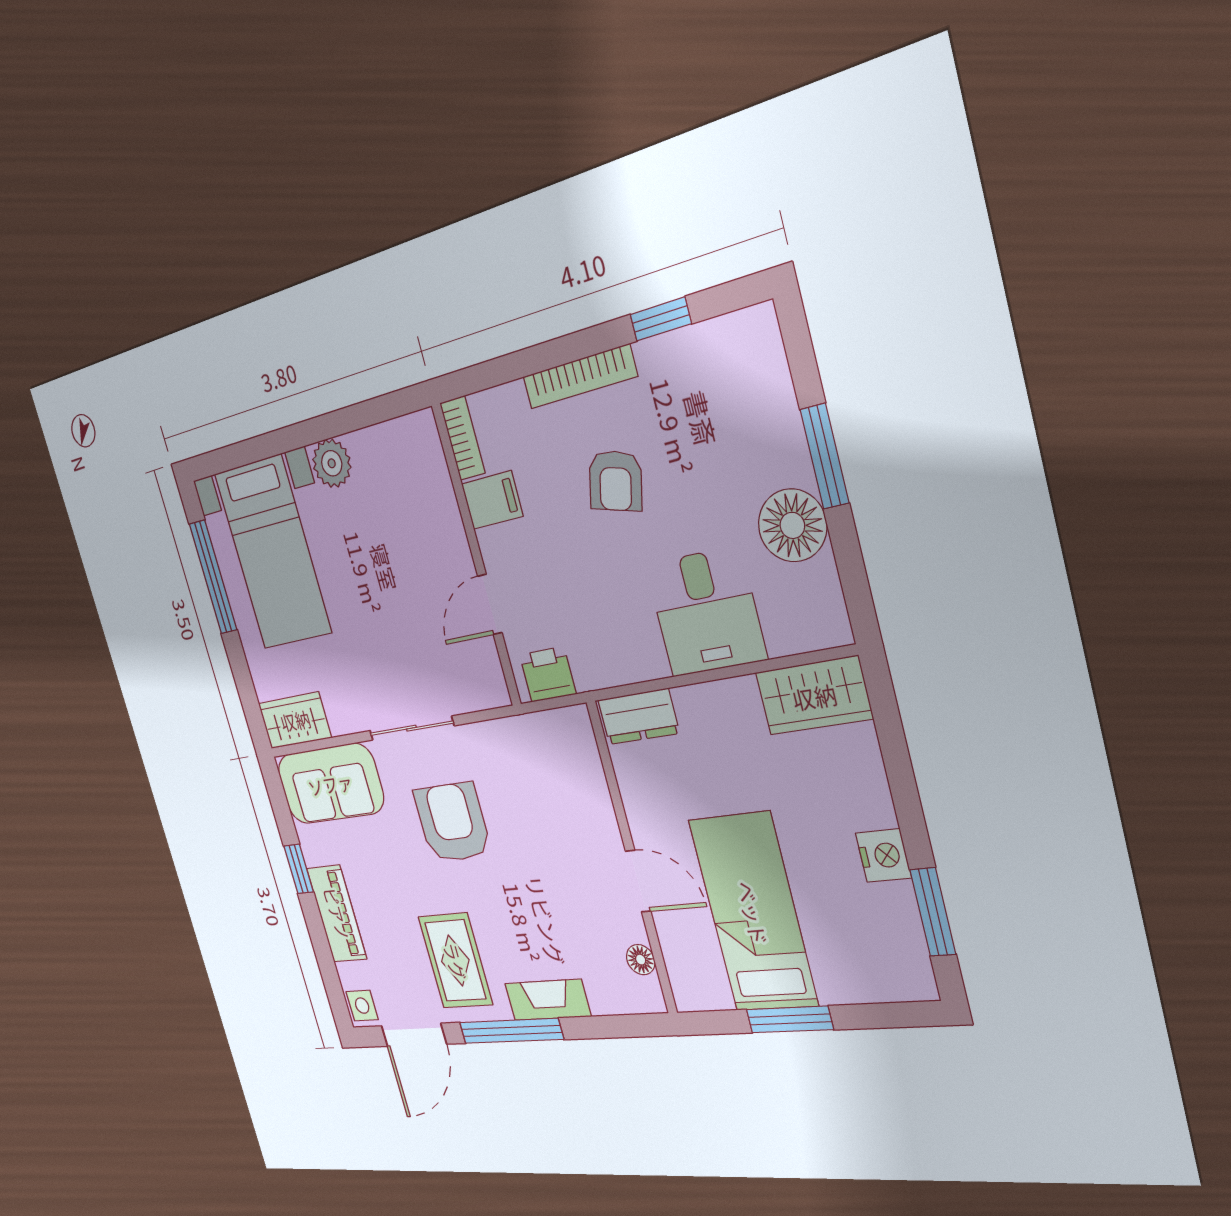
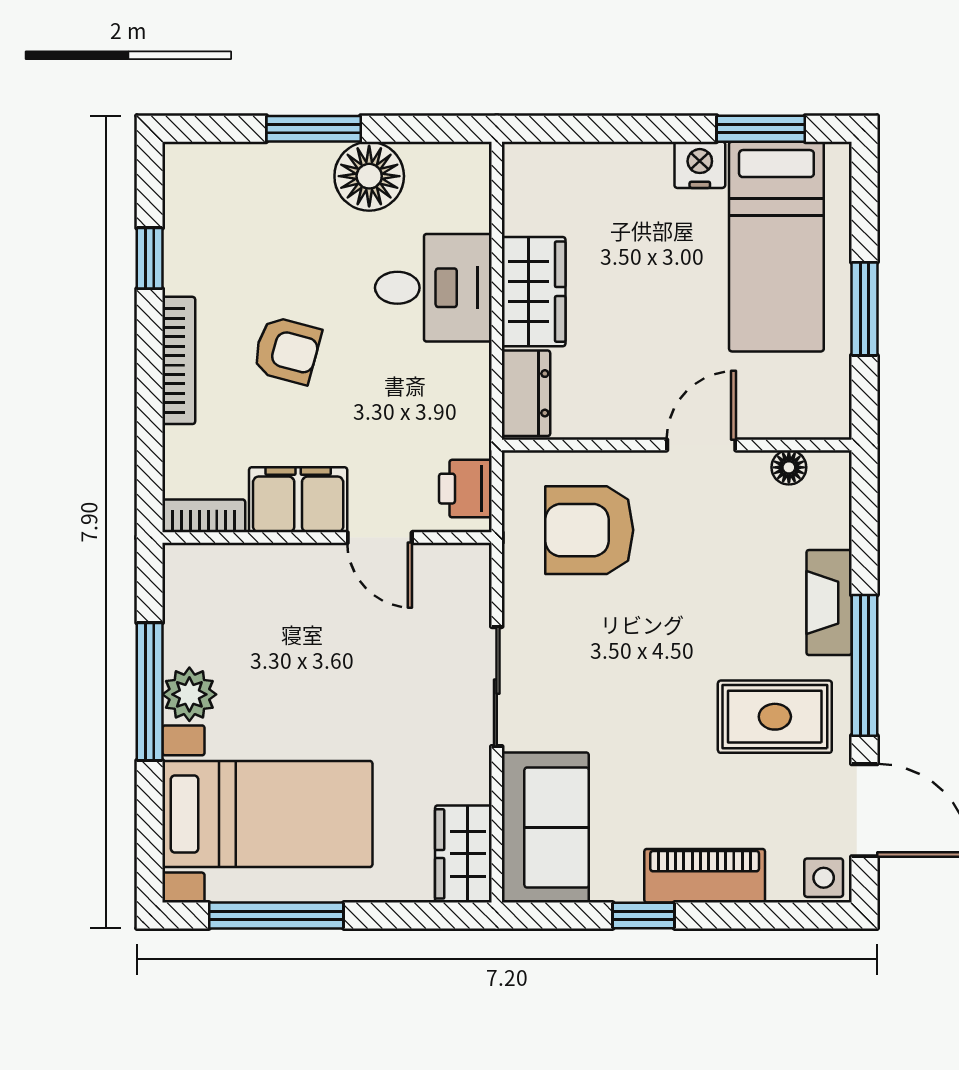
window: (324, 427) -> (150, 692), added
filing cabinet: (492, 500) -> (298, 500), width x2.00
wardrobe: (814, 696) -> (534, 292), moved
armchair: (452, 822) -> (589, 530), moved
bed: (753, 913) -> (776, 247), moved, turned -90

